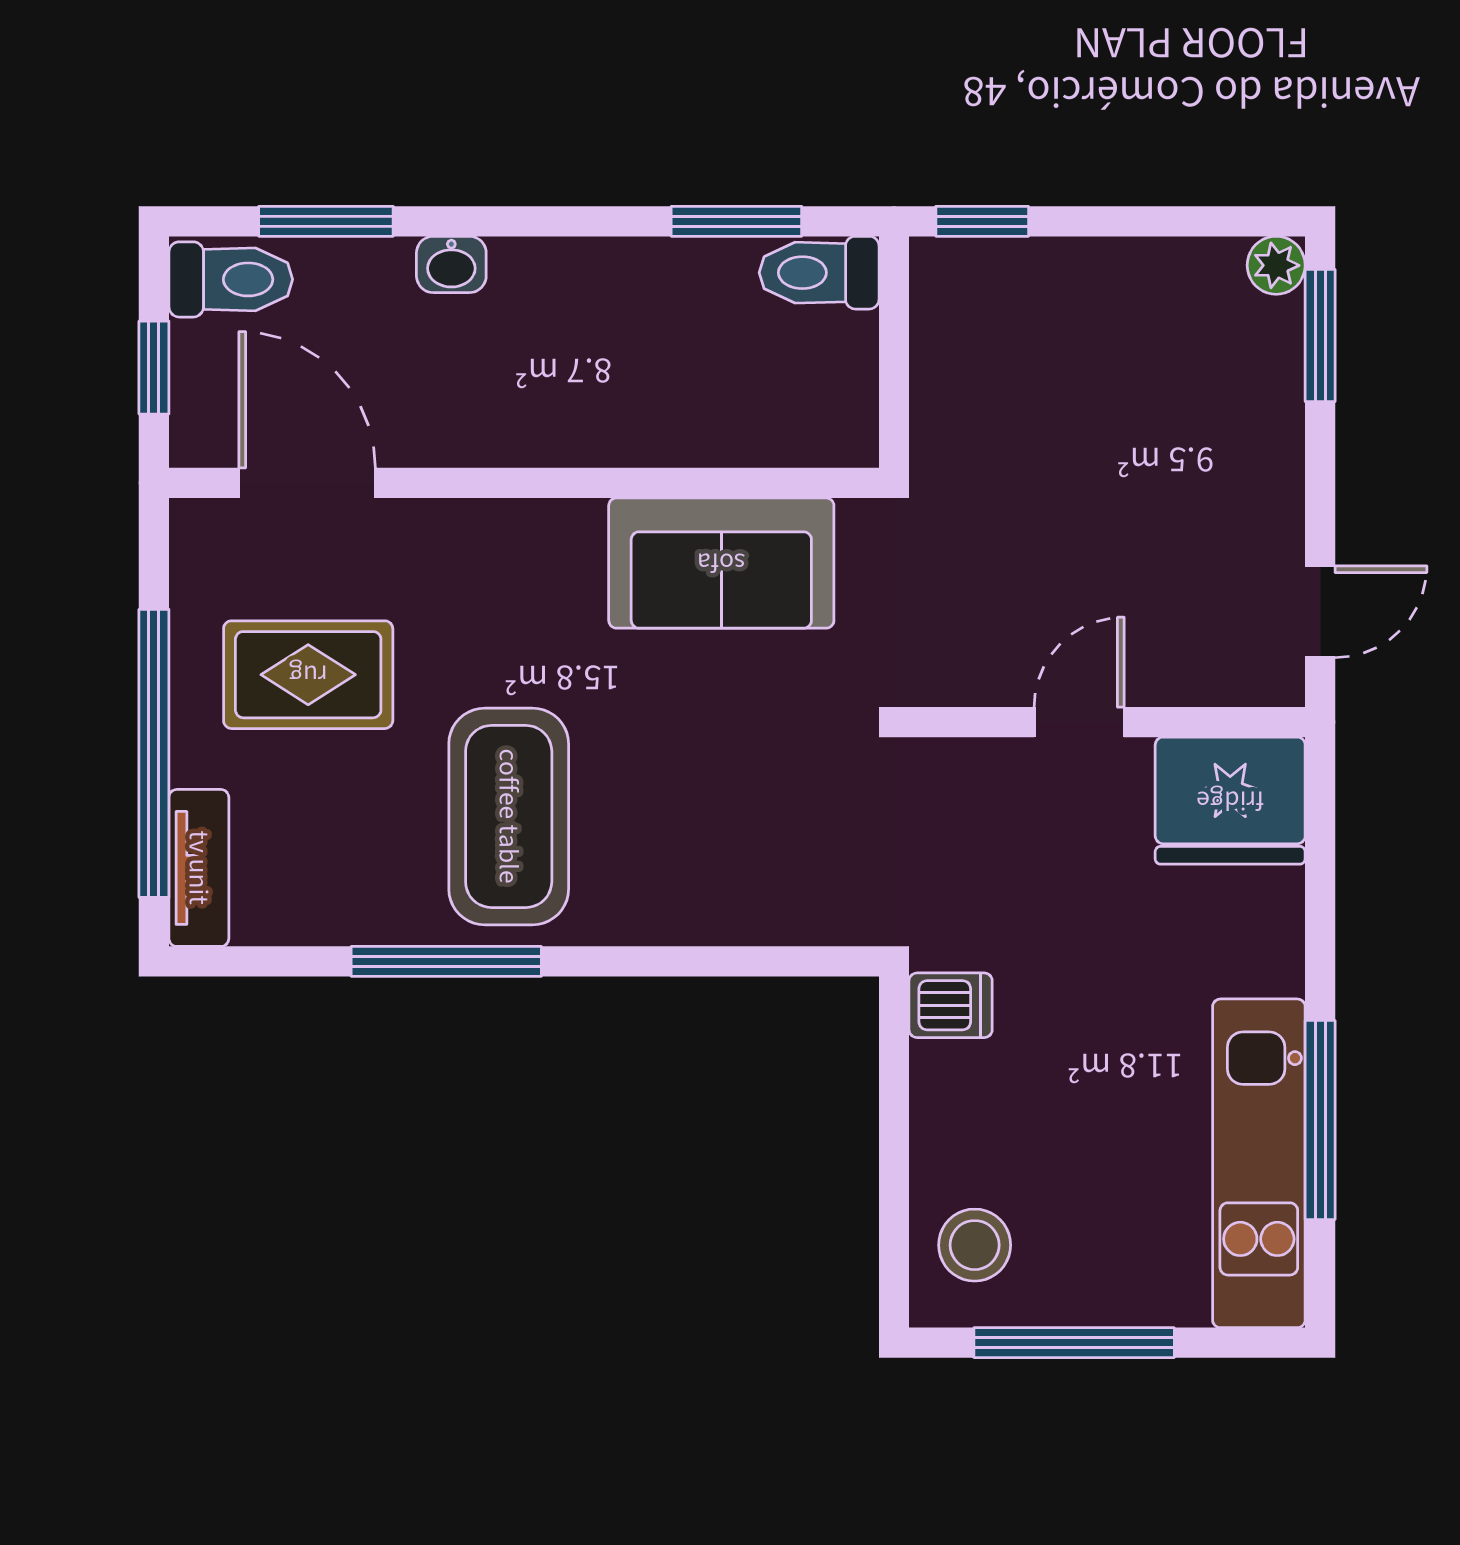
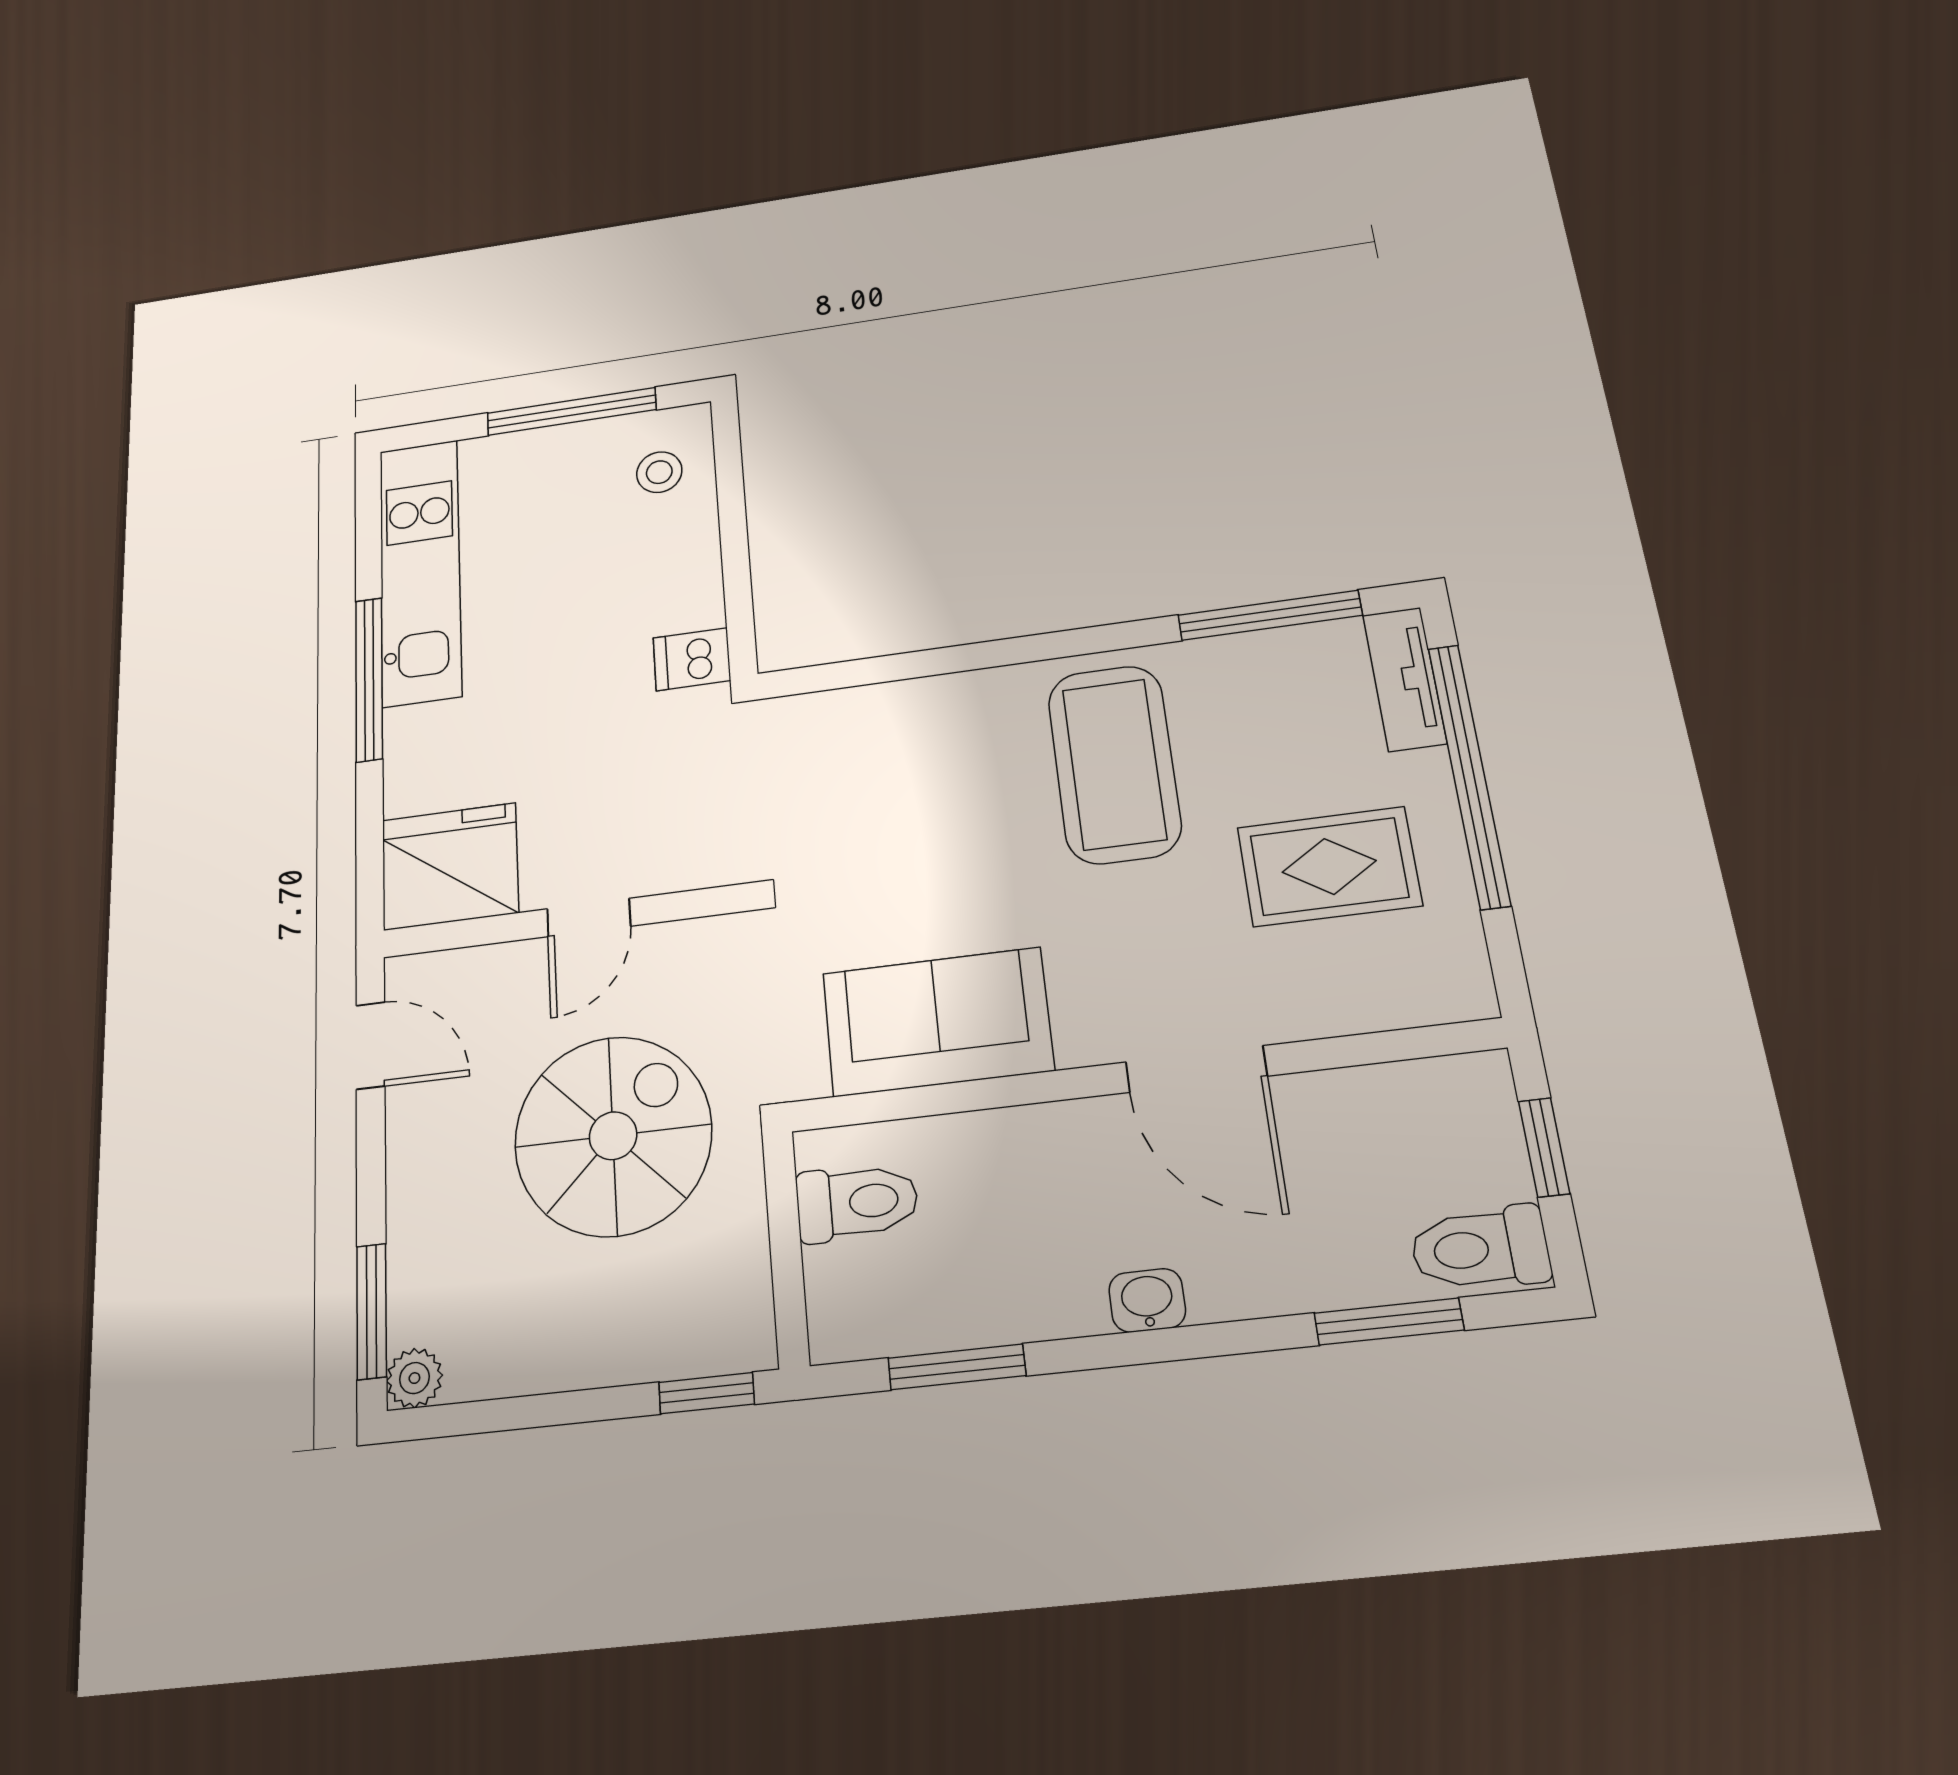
washbasin: (451, 264) -> (1147, 1300), moved
toilet: (819, 273) -> (857, 1202), moved
door: (307, 483) -> (1196, 1069), moved
spiral stairs: (1063, 485) -> (613, 1136), added
door: (1320, 612) -> (371, 1046), swing flipped
window: (446, 961) -> (1270, 615), moved
window: (1320, 1120) -> (369, 679), moved
stool: (975, 1245) -> (659, 472), width x0.73, depth x0.73

